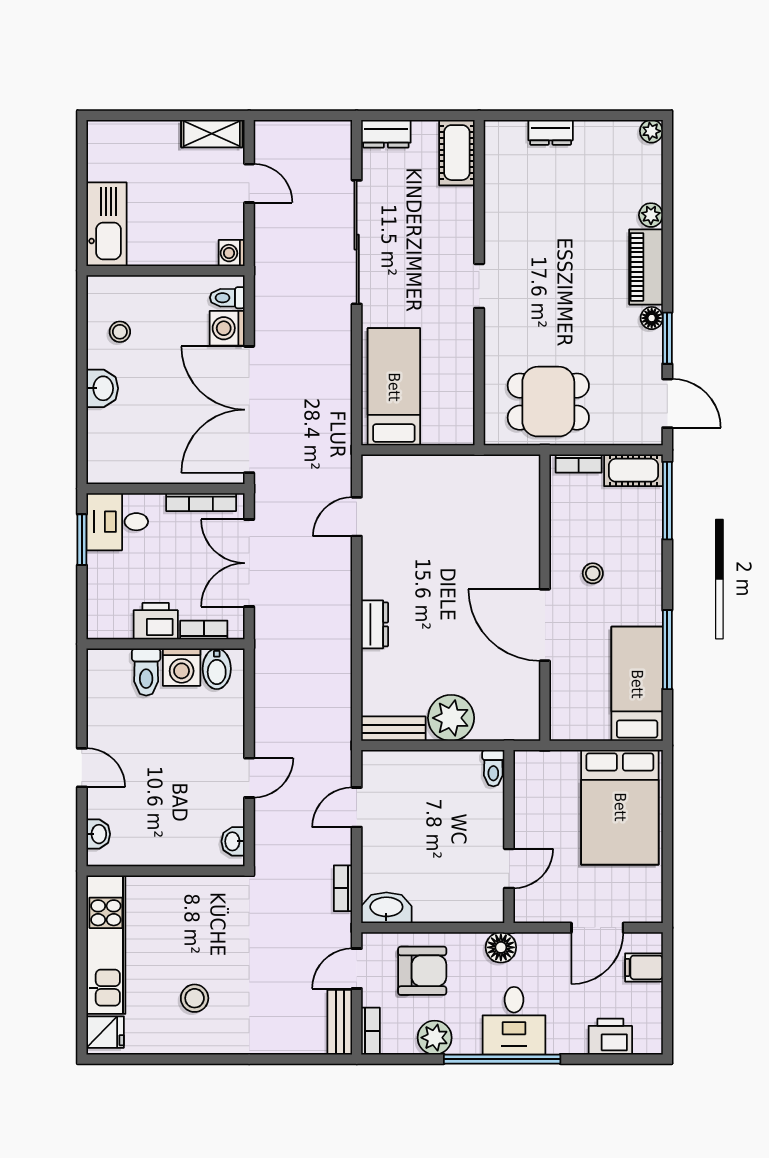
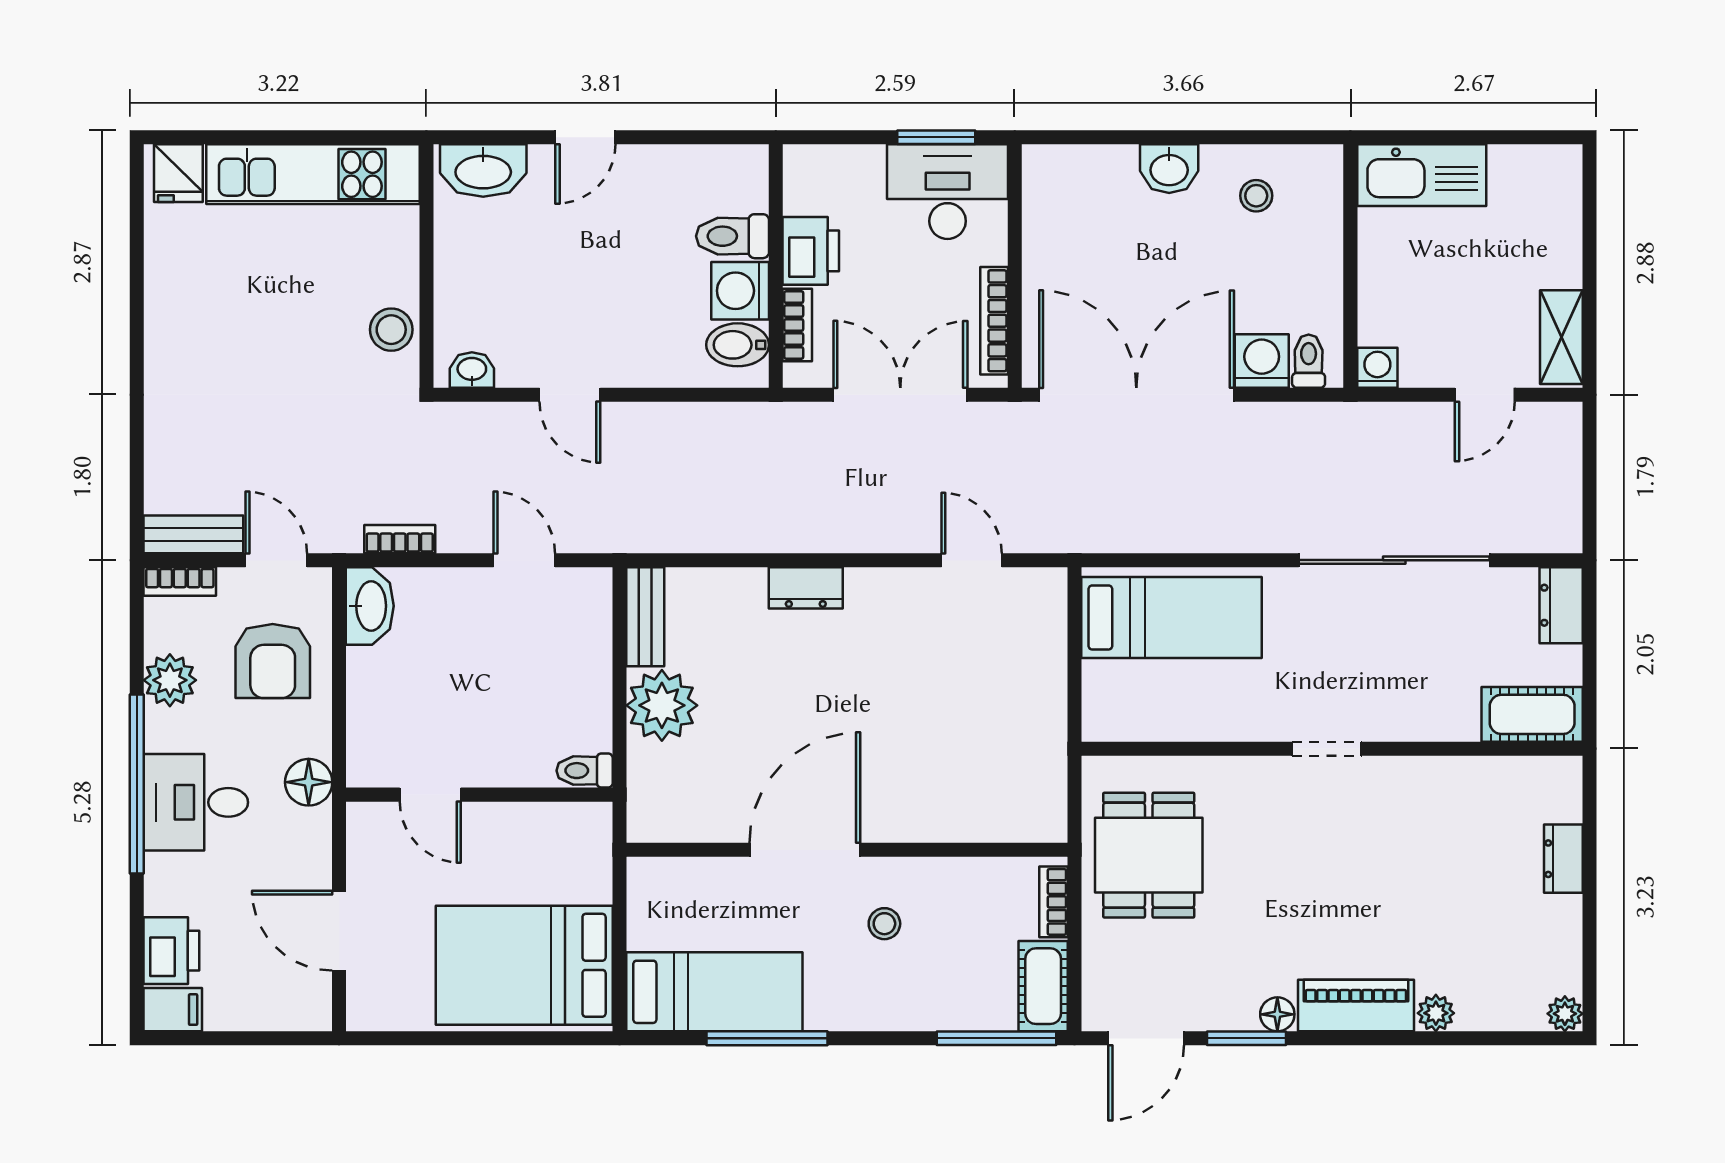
desk: (117, 522) -> (948, 192), width x1.37
washbasin: (98, 834) -> (483, 171), width x1.91, depth x1.45
filing cabinet: (644, 967) -> (173, 1010), moved, turned 90
stool: (195, 998) -> (391, 330), moved

